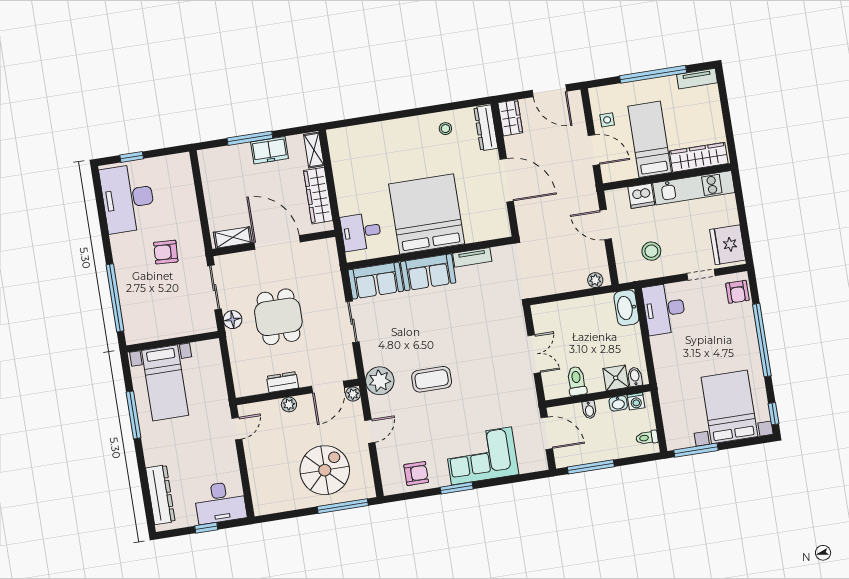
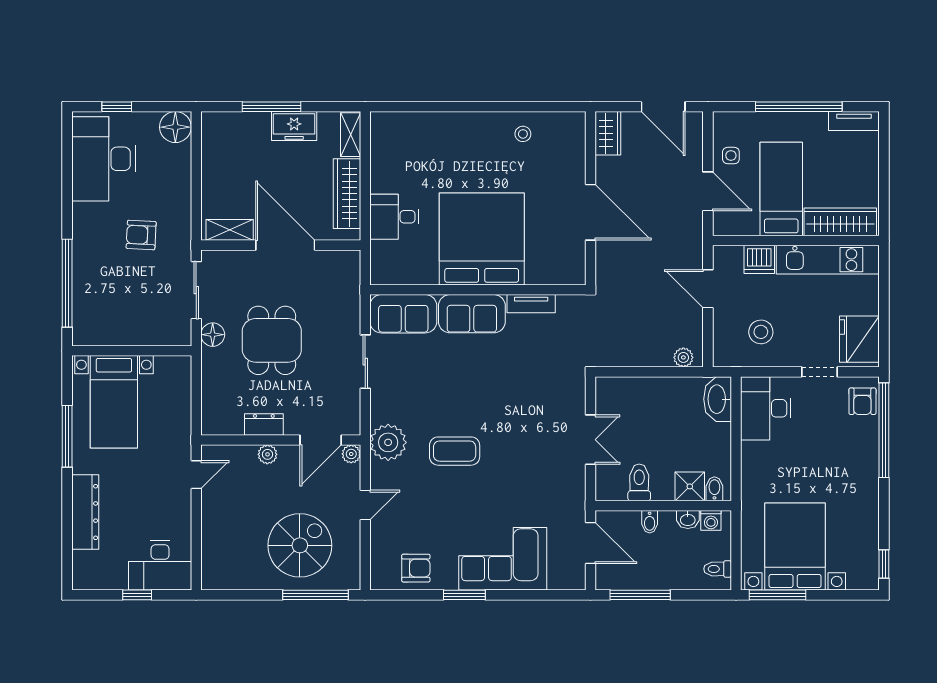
dresser: (486, 128) -> (575, 141), removed
floor lamp: (179, 165) -> (175, 127), added
desk: (361, 232) -> (394, 217), moved
window: (762, 340) -> (884, 430), moved
bed with nightstands: (729, 407) -> (795, 547), moved
dresser: (160, 495) -> (85, 512), moved

